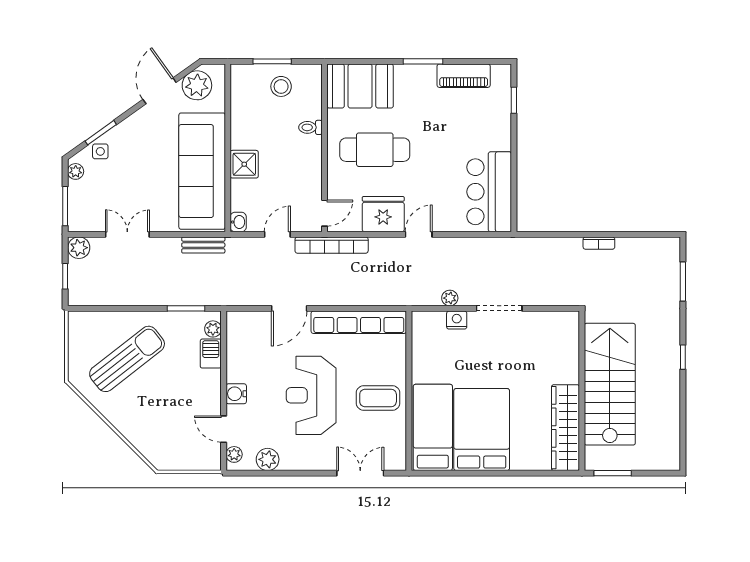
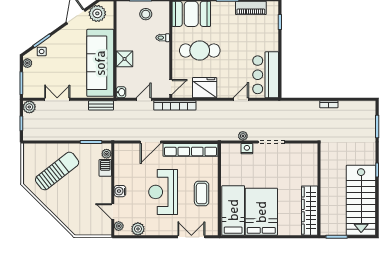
door: (419, 234) -> (241, 99), moved
stairs: (610, 384) -> (361, 200), moved, turned 180
coffee table: (378, 398) -> (202, 194), turned 90

